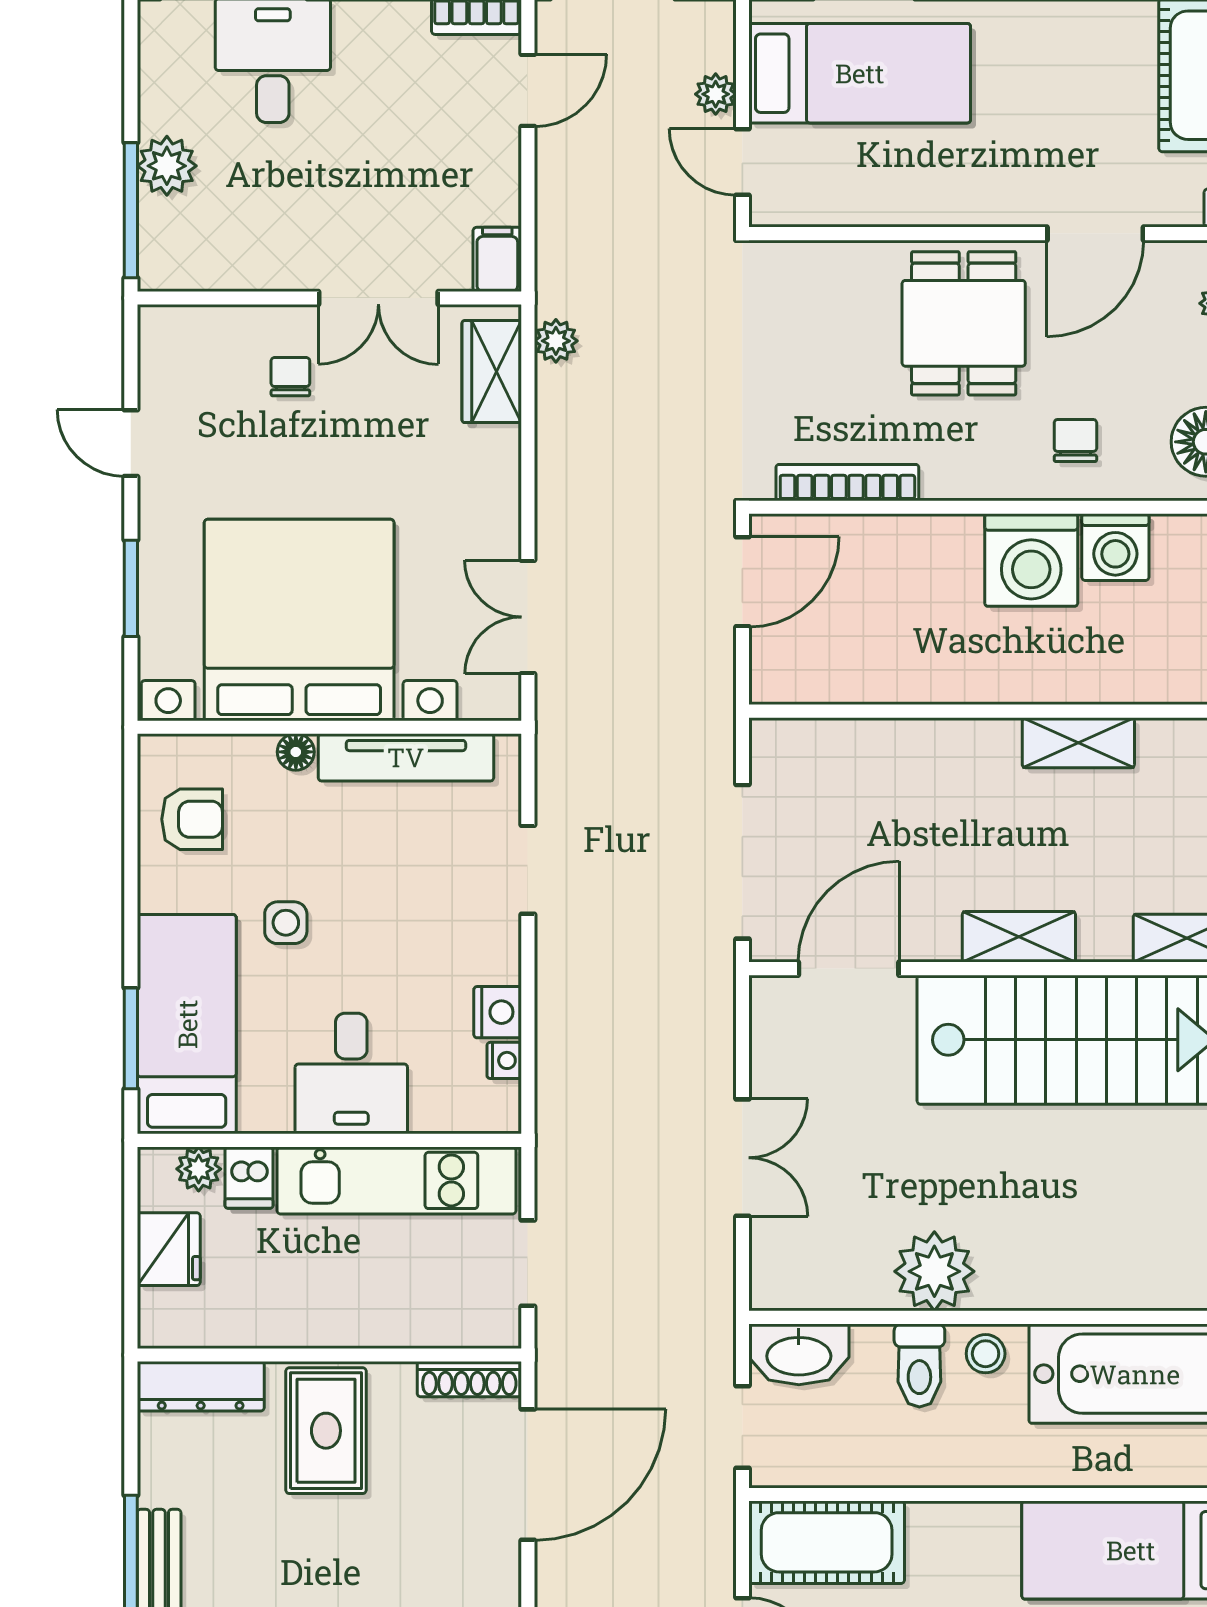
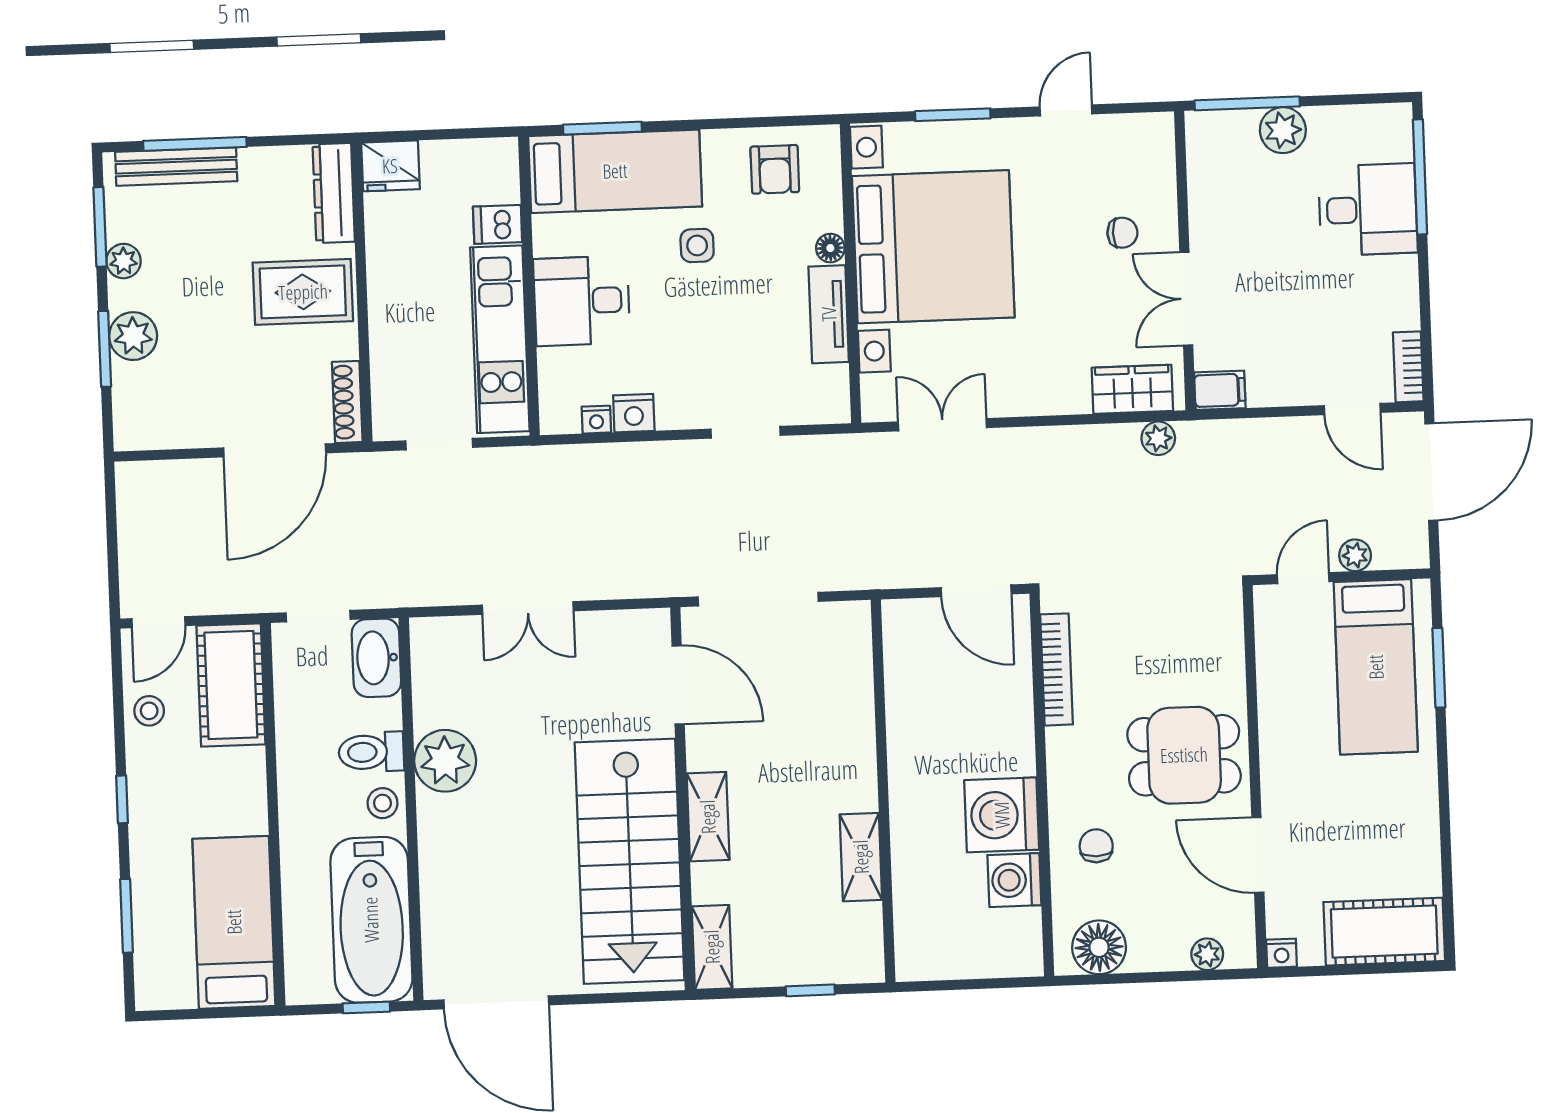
chair: (1075, 441) -> (1096, 846), turned -90
tv unit: (406, 757) -> (829, 314), width x0.71
plant: (199, 1169) -> (503, 185), removed
fridge: (169, 1249) -> (390, 166), moved
door: (528, 1475) -> (275, 450), hinge flipped

